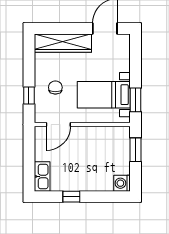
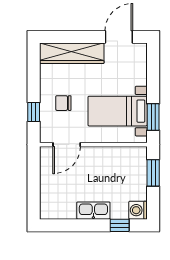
chair: (55, 87) -> (63, 103), turned -90
kitchen sink: (42, 176) -> (93, 211), moved, turned -90
window: (71, 197) -> (120, 225), moved

